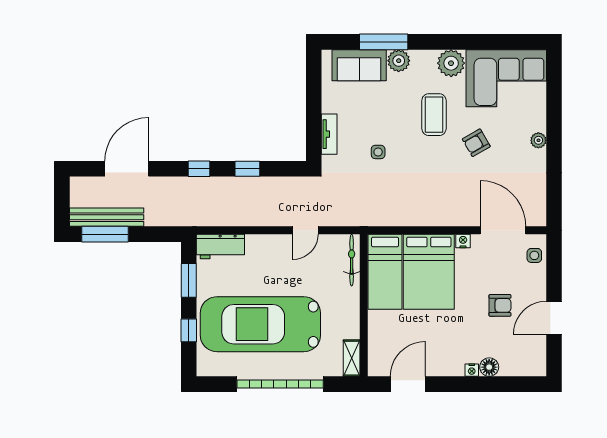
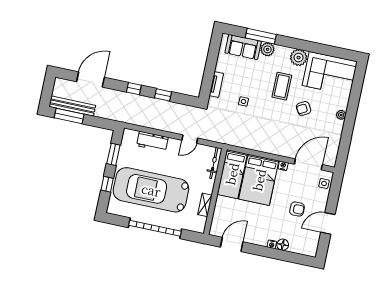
door: (503, 230) -> (308, 164), hinge flipped
workbench: (220, 247) -> (152, 141), moved
shelving: (352, 358) -> (205, 205), moved

